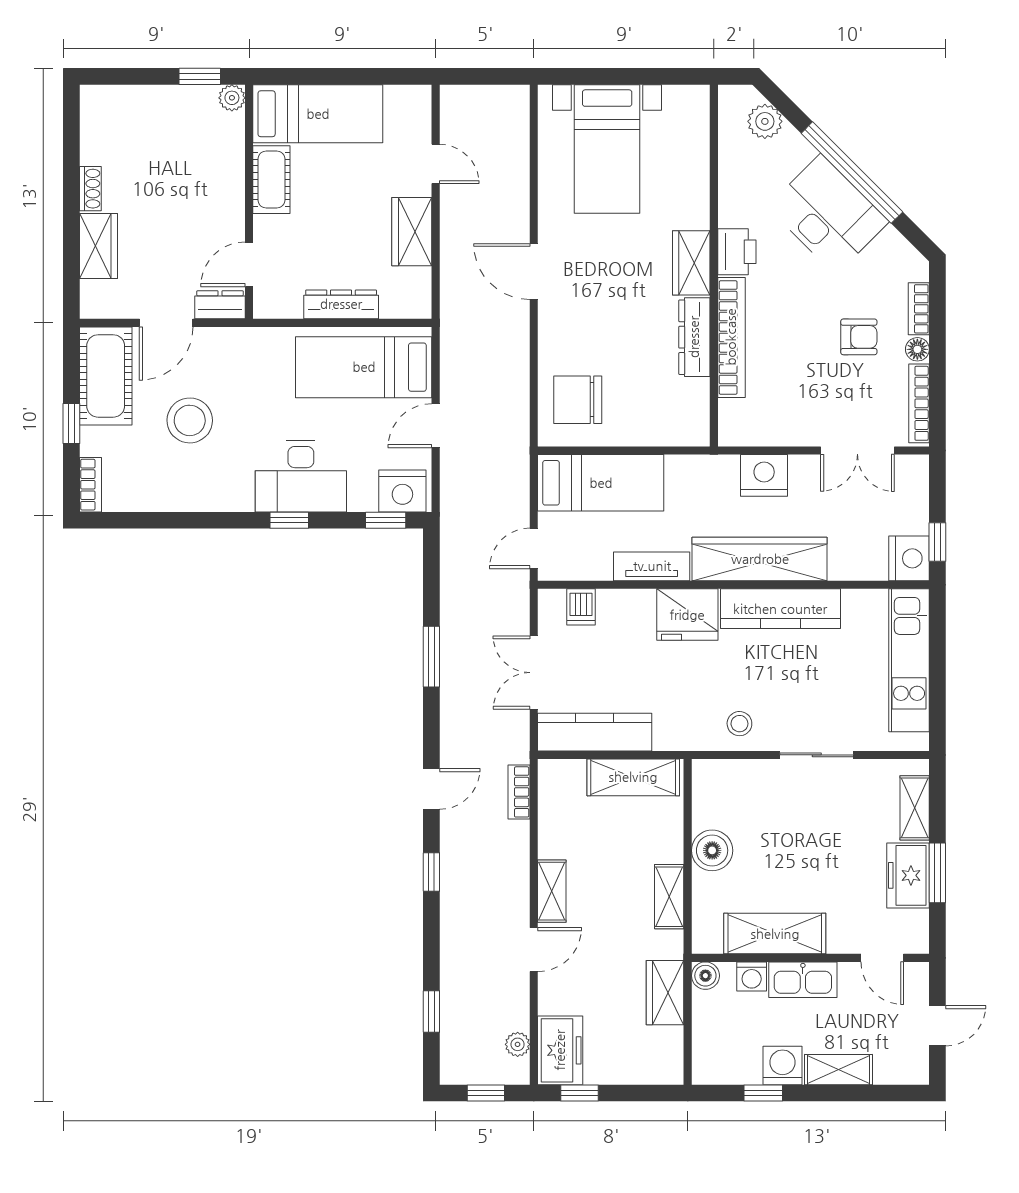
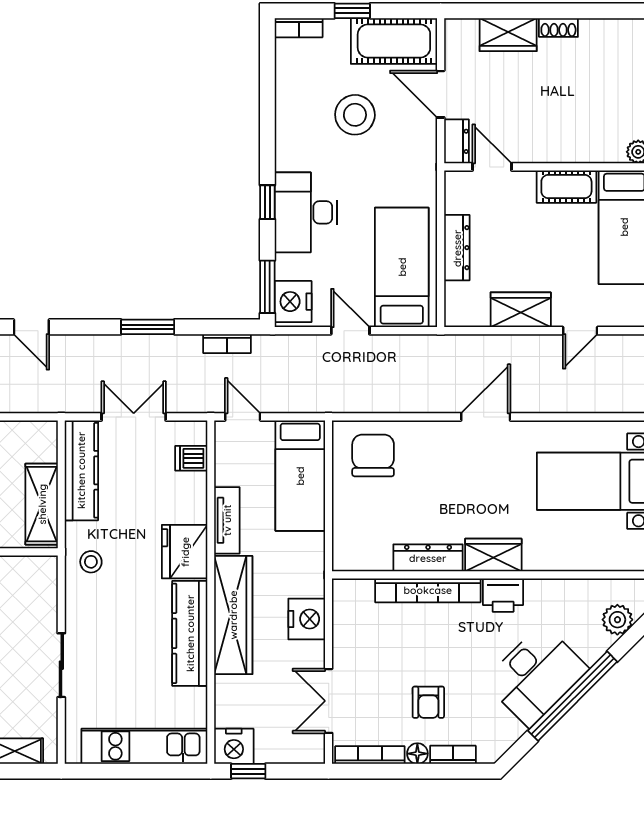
window: (386, 520) -> (267, 287), width x1.50
stool: (739, 724) -> (91, 562), moved
bookcase: (519, 792) -> (227, 344), moved, turned 180

